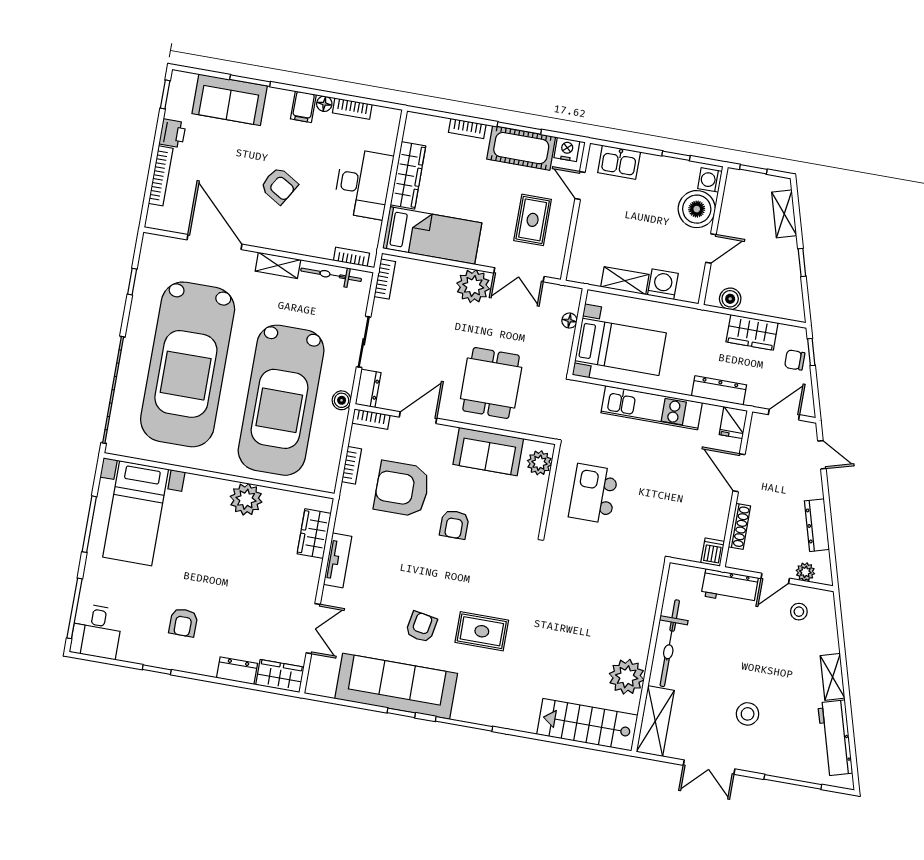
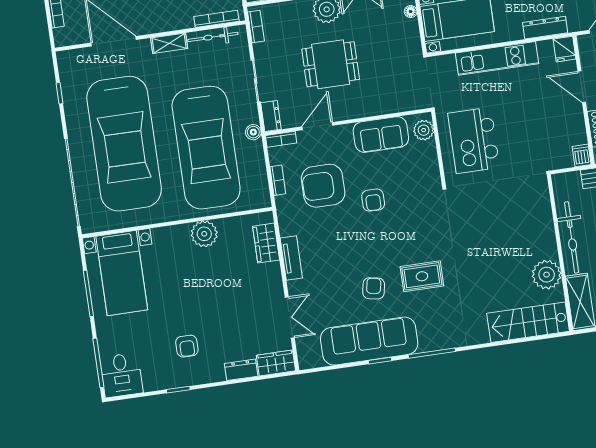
bookcase: (351, 257) -> (216, 19), width x1.56
dining table: (491, 383) -> (331, 64), moved, turned 90
kitchen island: (593, 494) -> (474, 140), width x1.37, depth x1.28

